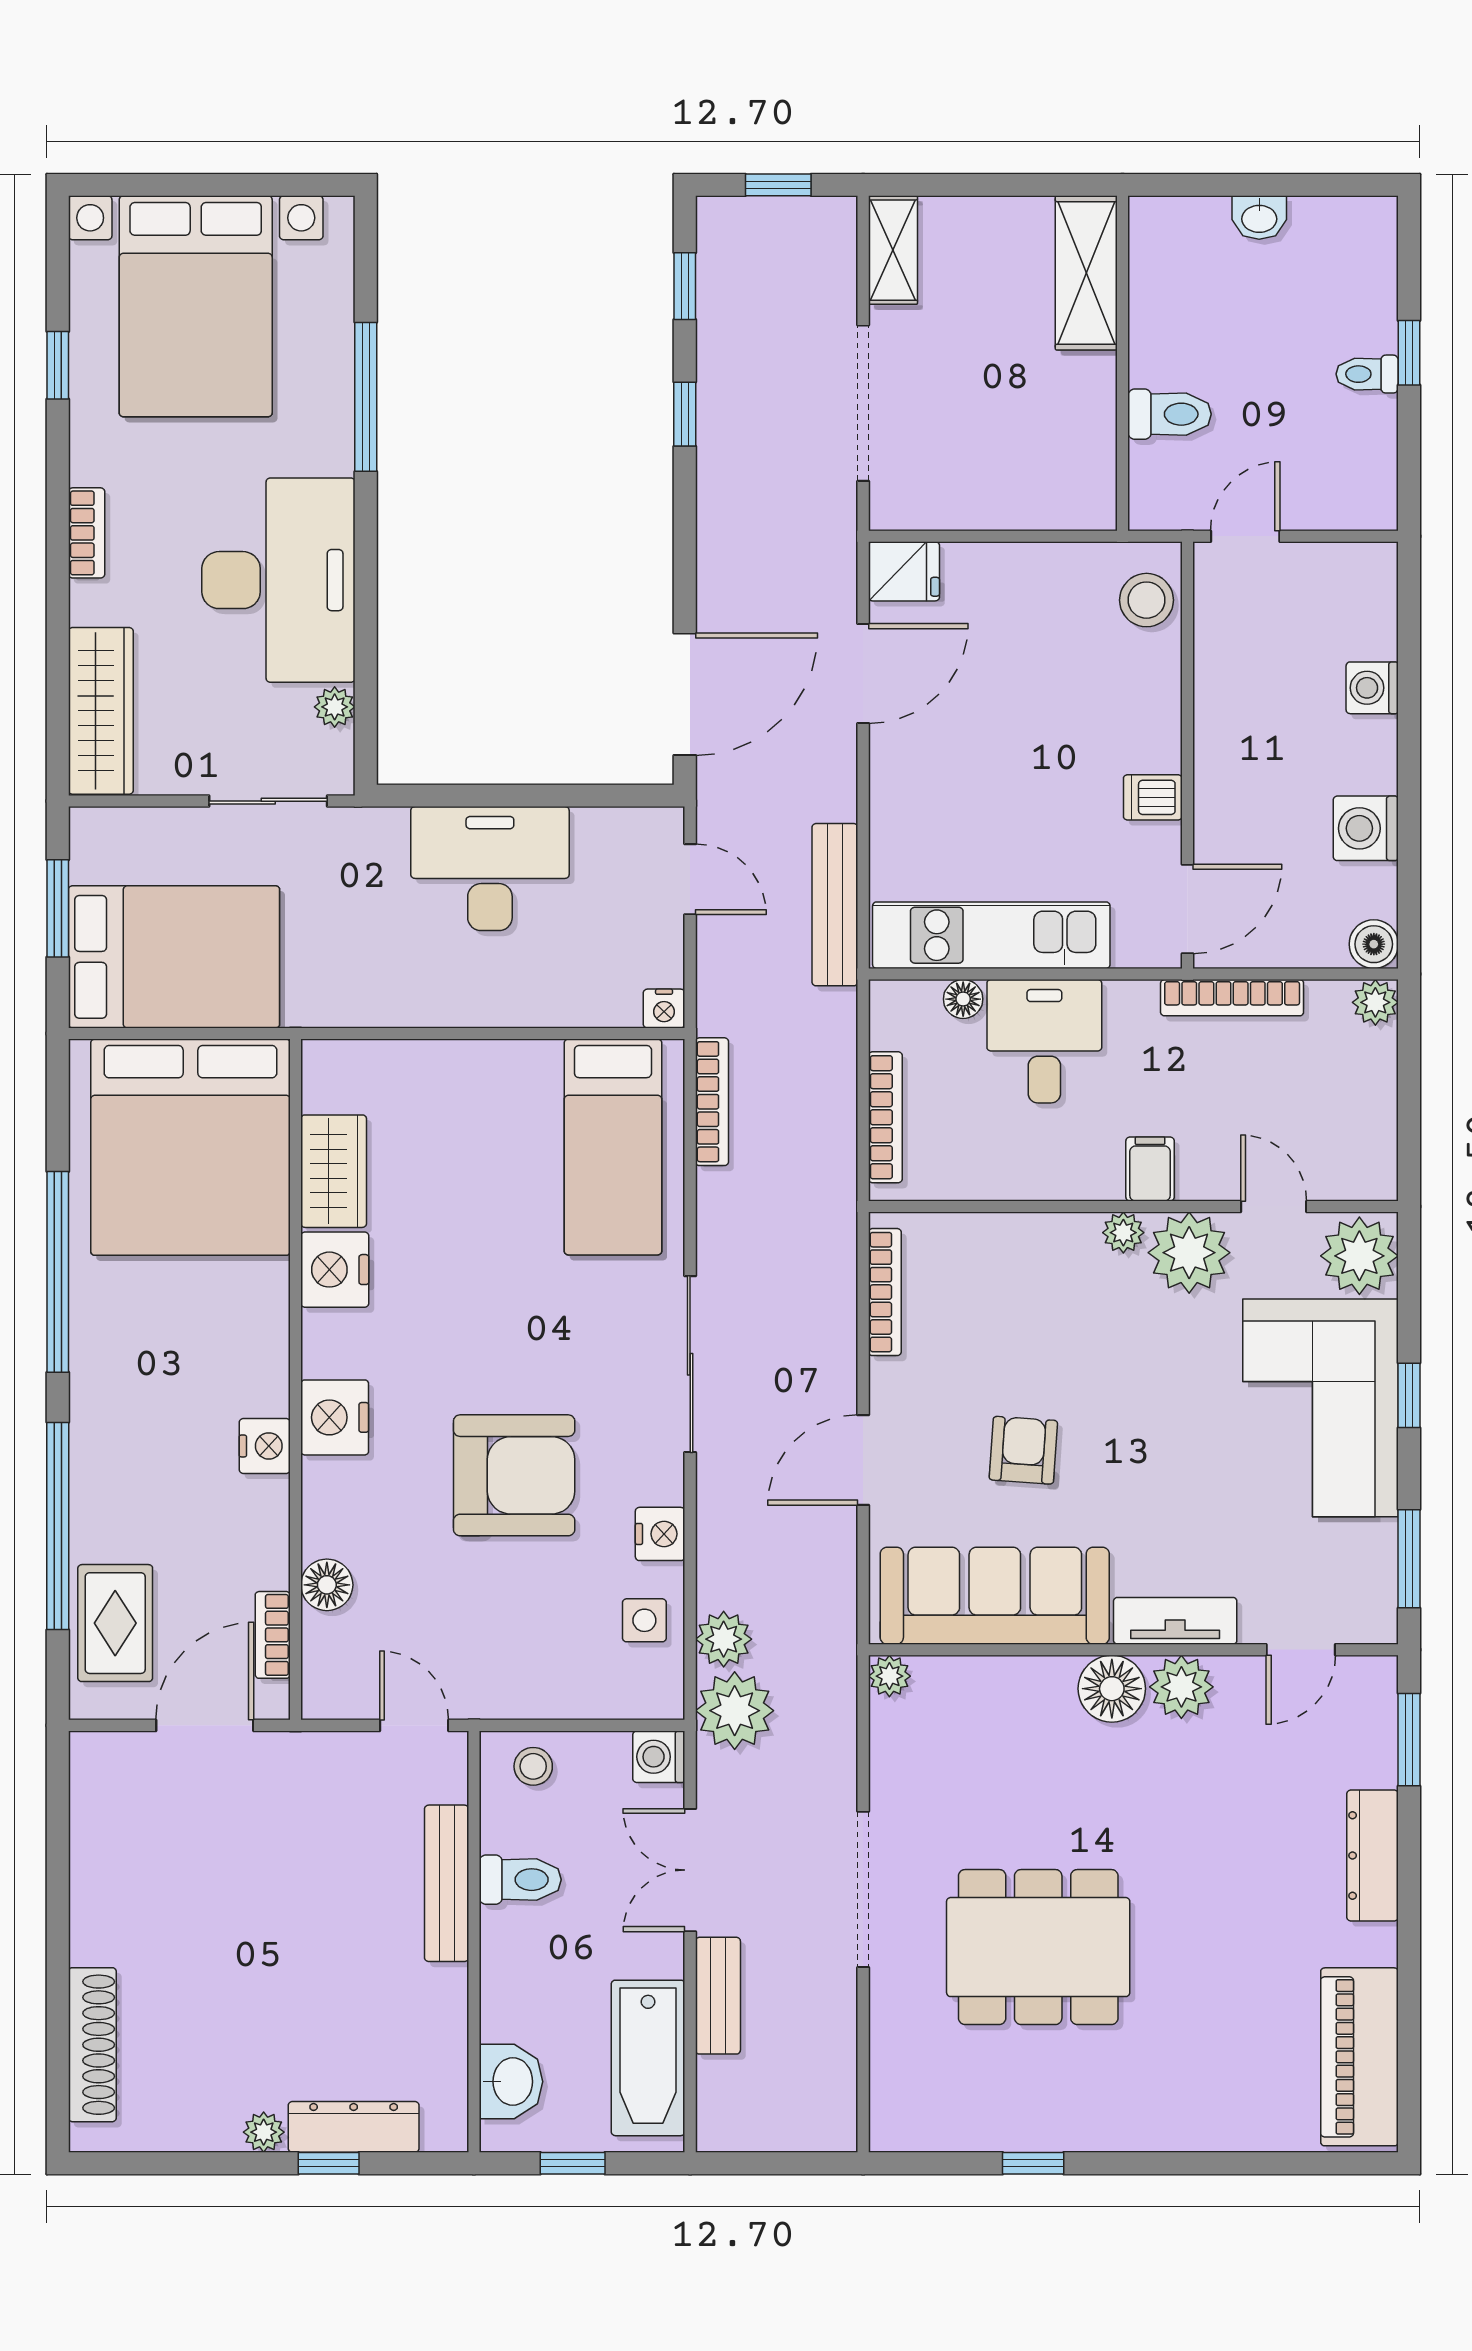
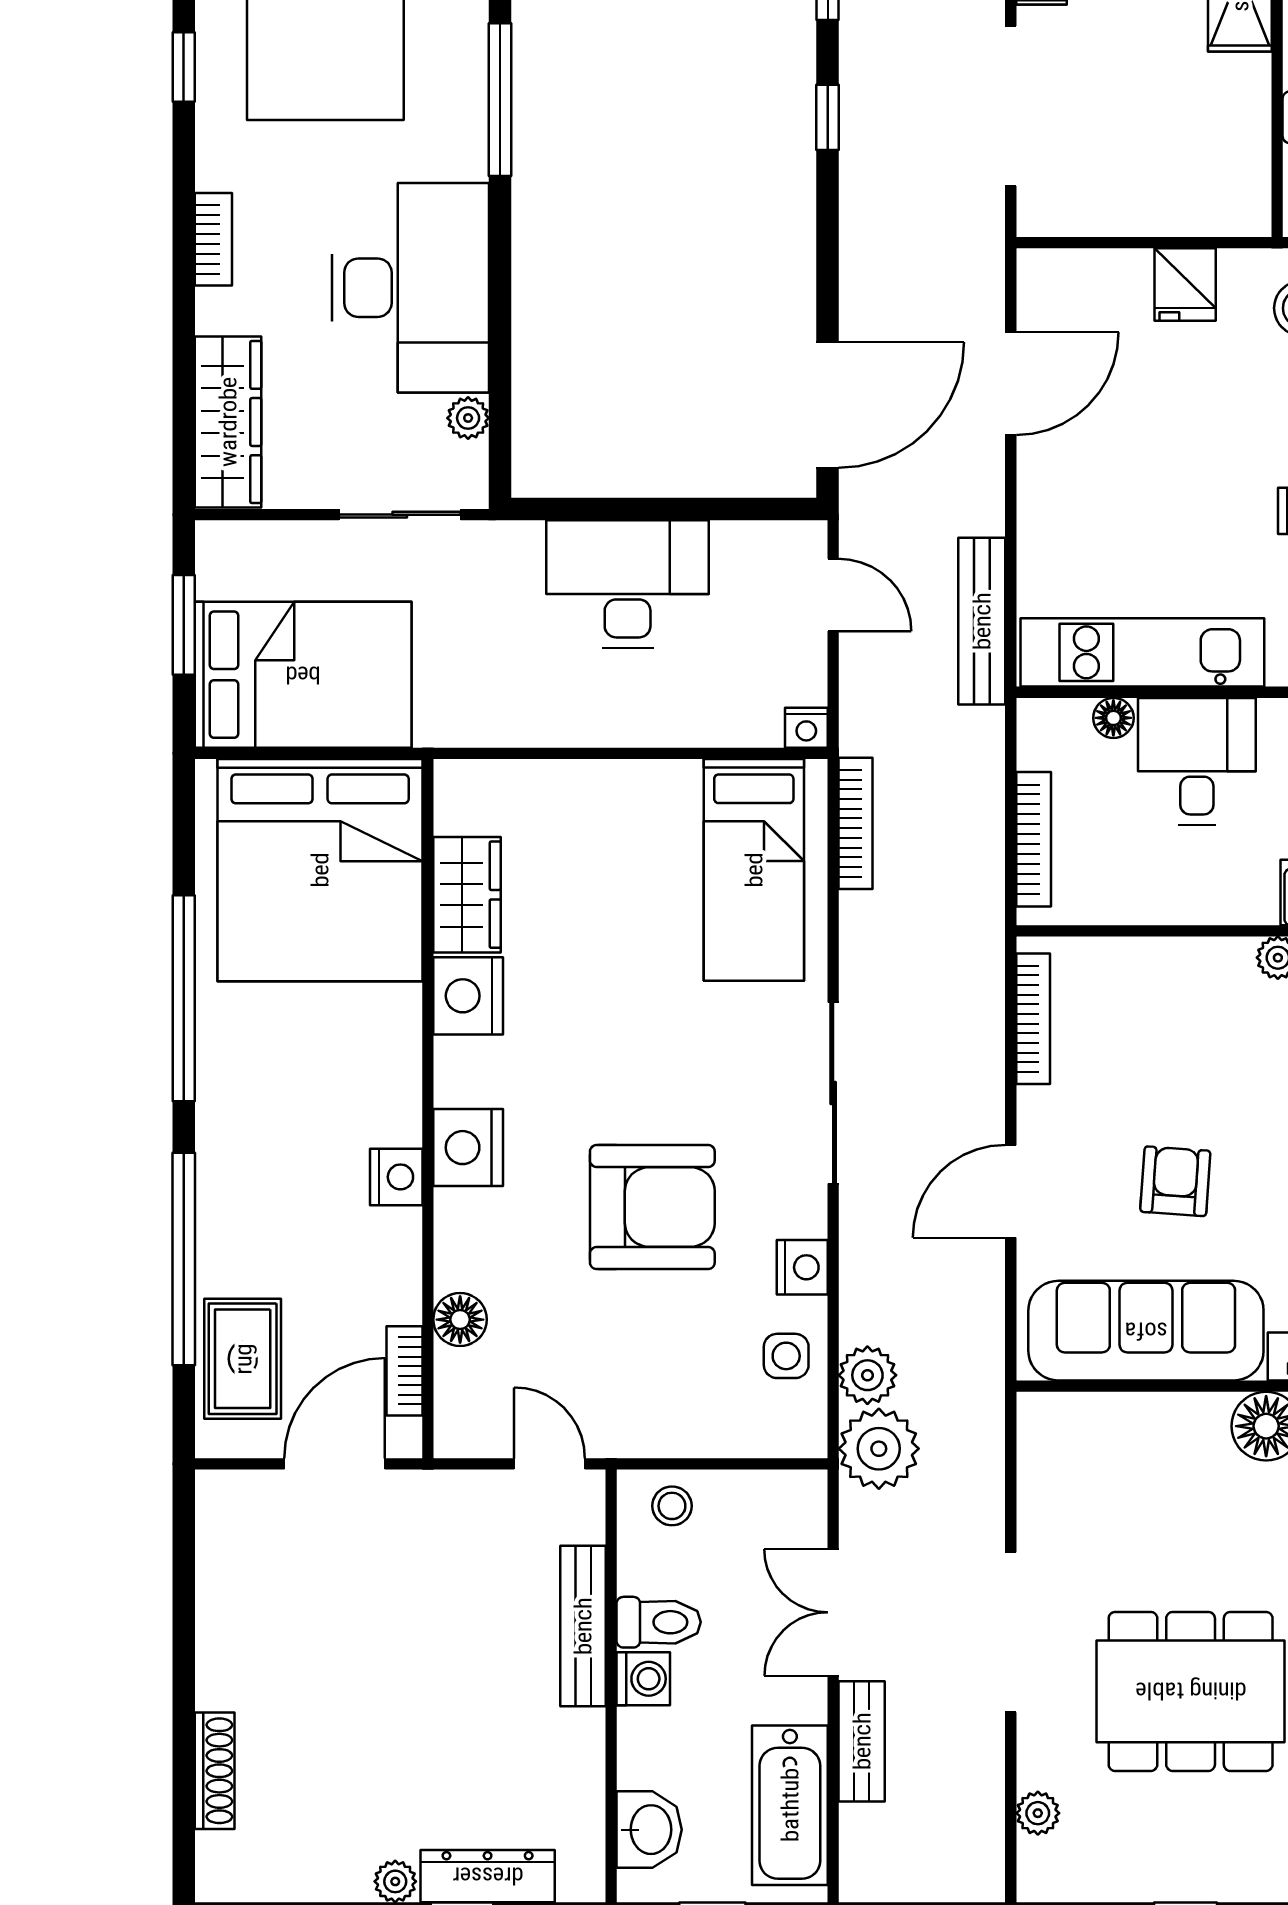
fridge: (904, 571) -> (1185, 285), moved, turned 90
plant: (889, 1676) -> (1038, 1813), moved
washing machine: (659, 1757) -> (643, 1679), moved, turned 180
shoe rack: (92, 2045) -> (215, 1771), width x0.74, depth x0.81

